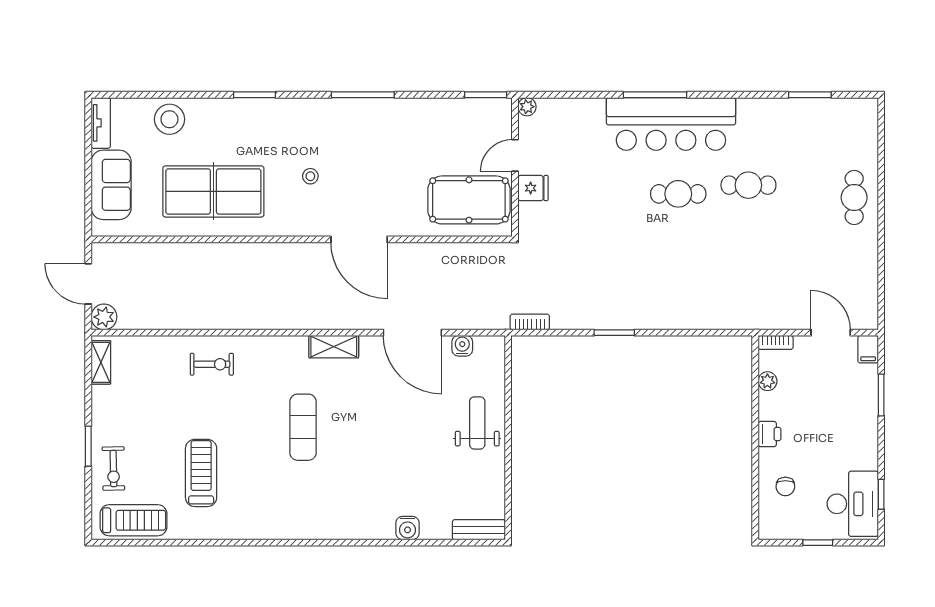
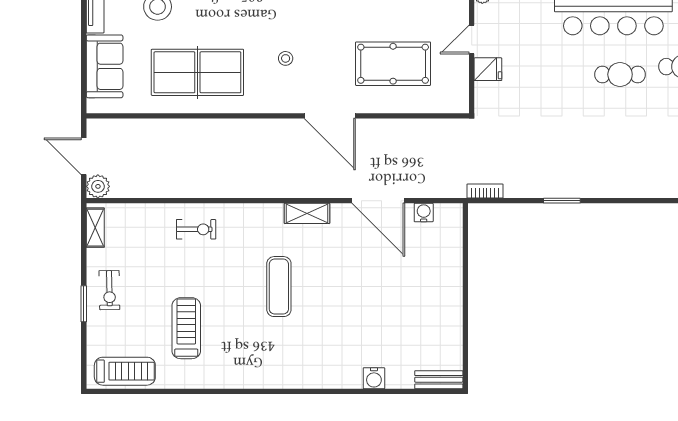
pool table: (469, 200) -> (393, 64), moved
weight bench: (477, 423) -> (437, 283), removed
exercise bike: (113, 469) -> (109, 290), moved

